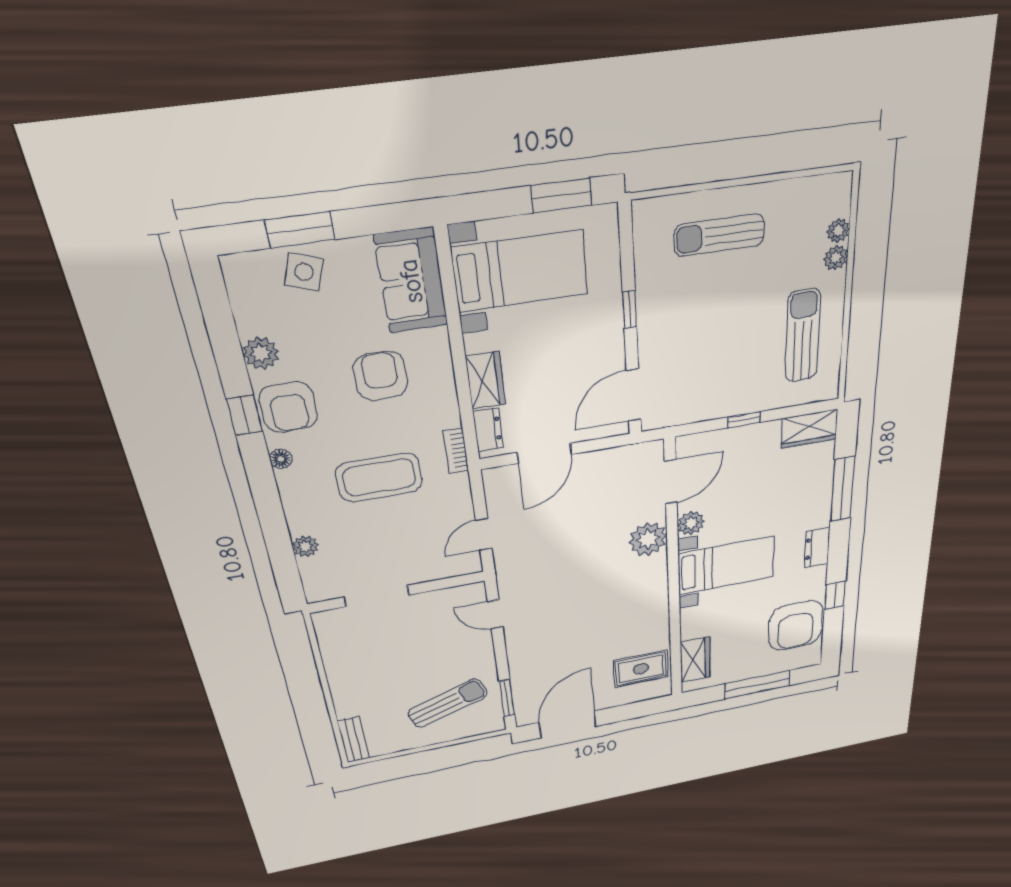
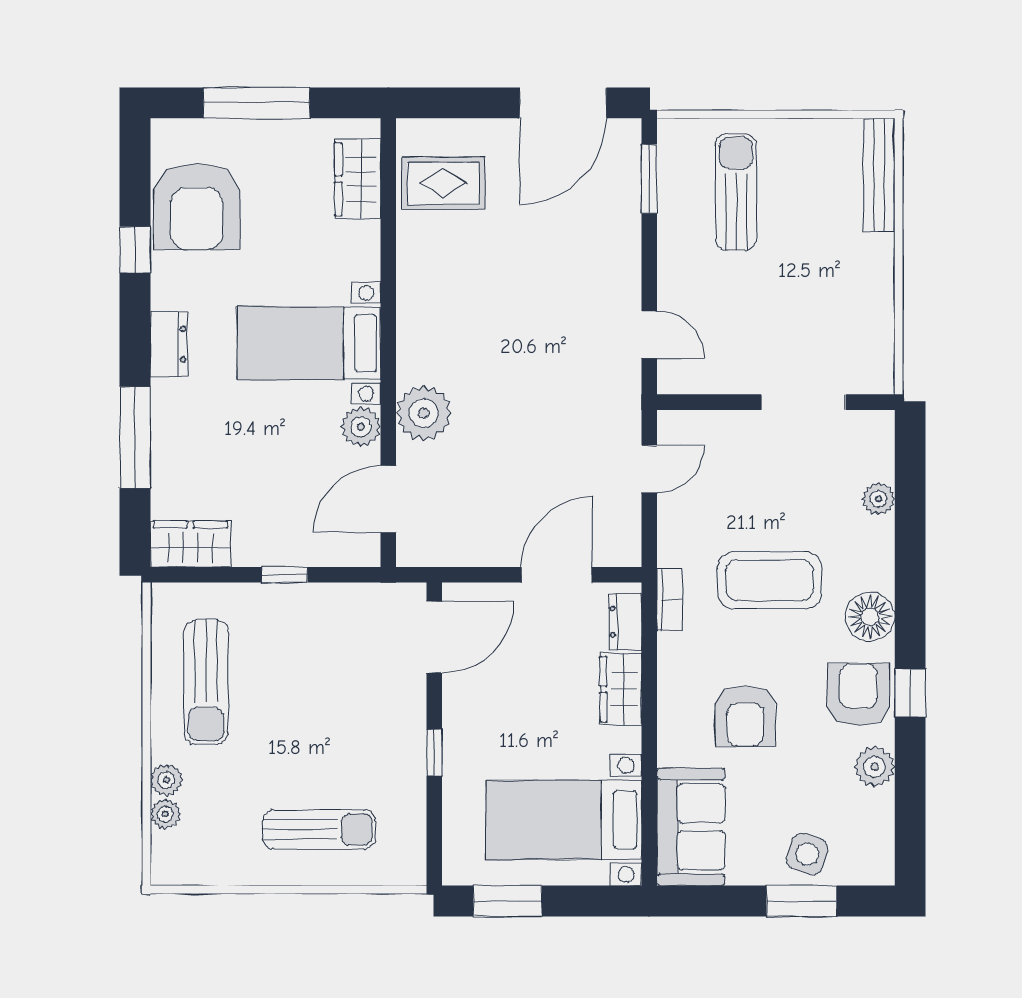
floor lamp: (281, 459) -> (870, 617), width x1.89, depth x1.89
armchair: (796, 626) -> (197, 206), turned 180
sun lounger: (448, 703) -> (736, 192), turned 109
bench: (353, 740) -> (879, 175), width x1.36

